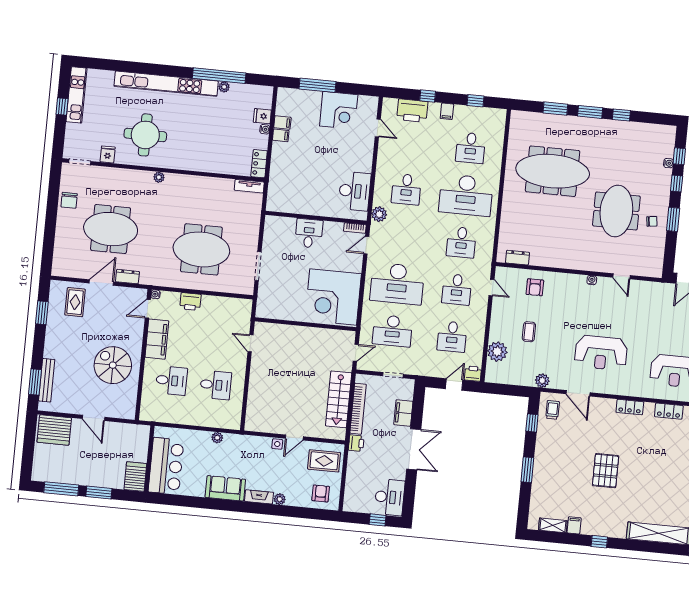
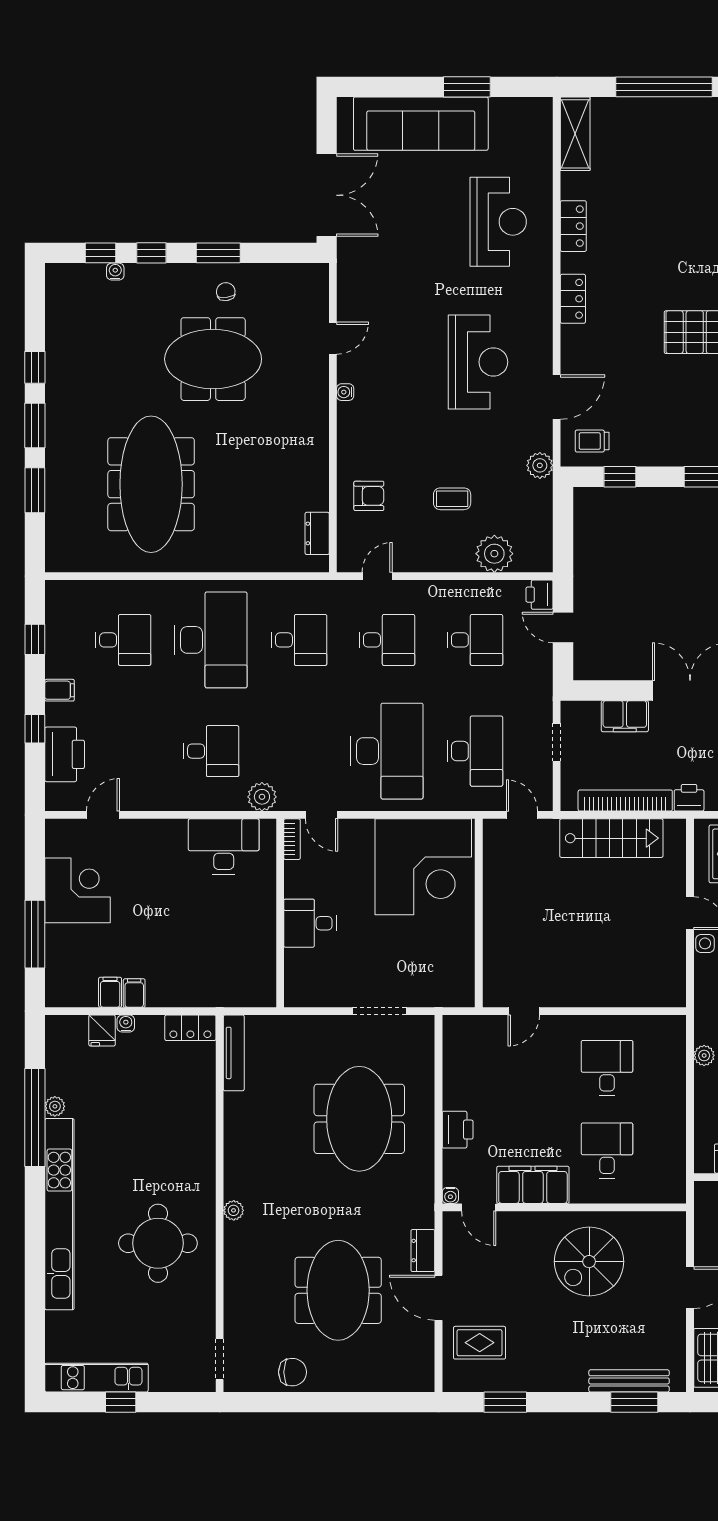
fridge: (108, 154) -> (201, 1309), removed
tv unit: (249, 186) -> (234, 1053), width x1.41

